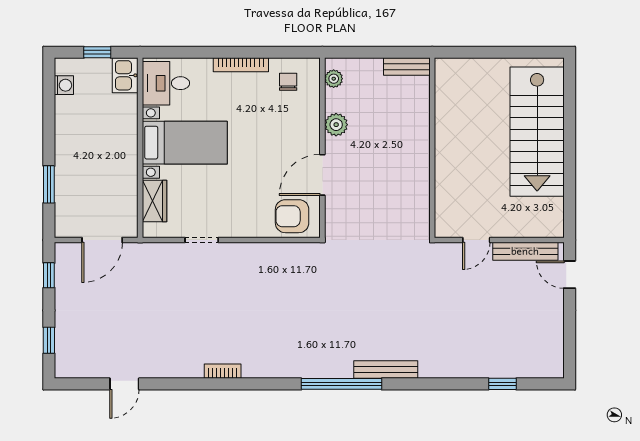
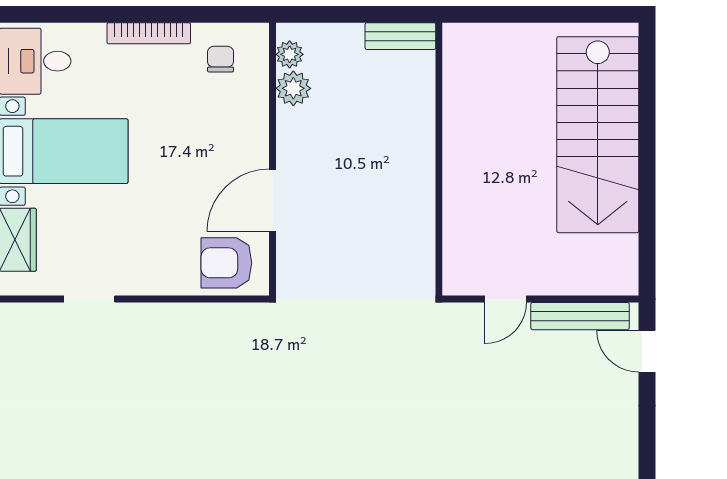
plant: (336, 125) -> (293, 88), moved

